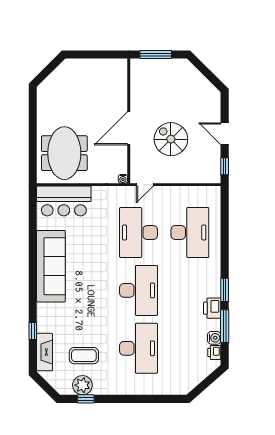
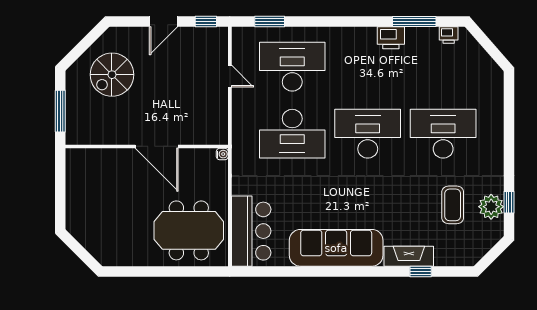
spiral stairs: (171, 139) -> (112, 75), moved
door: (145, 185) -> (230, 76), moved
window: (225, 290) -> (270, 21), moved
water cooler: (214, 338) -> (429, 35), removed
fireplace: (44, 352) -> (409, 256), moved

